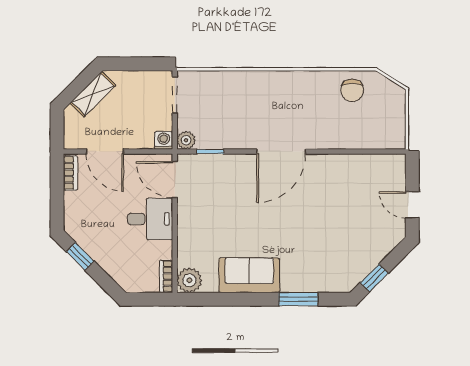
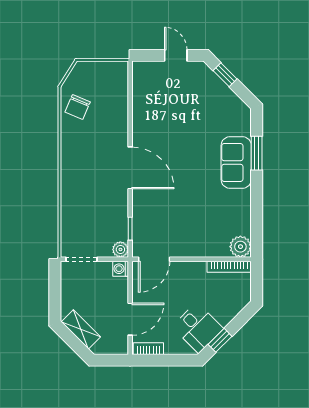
chair: (352, 90) -> (78, 107), turned 113
door: (412, 205) -> (176, 55), swing flipped
desk: (150, 219) -> (198, 328), moved, turned 135
sofa: (249, 275) -> (236, 163), moved
bookcase: (166, 276) -> (229, 267), width x1.56
window: (374, 278) -> (225, 75), moved

